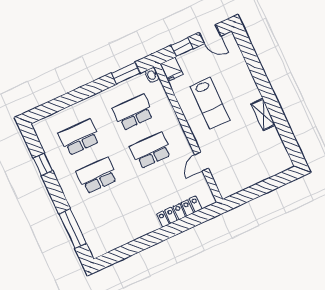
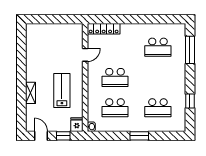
window: (126, 73) -> (139, 136), moved
shelving: (263, 115) -> (31, 93), moved
school desk: (97, 175) -> (158, 47), moved
locker: (179, 212) -> (104, 29), moved

